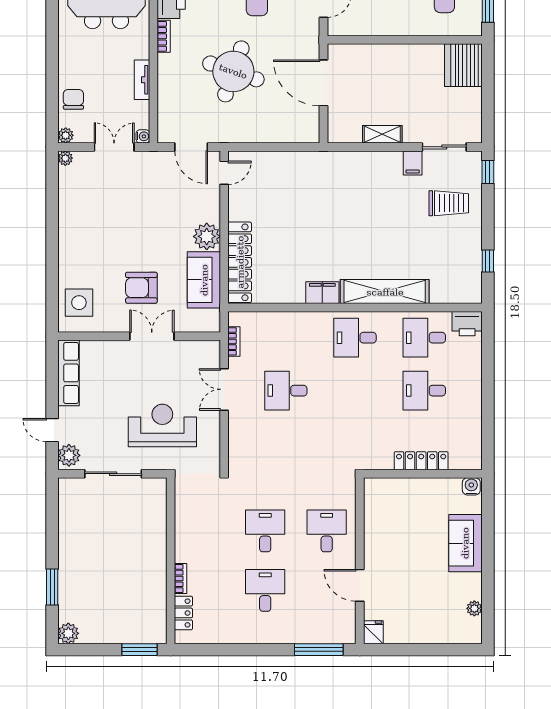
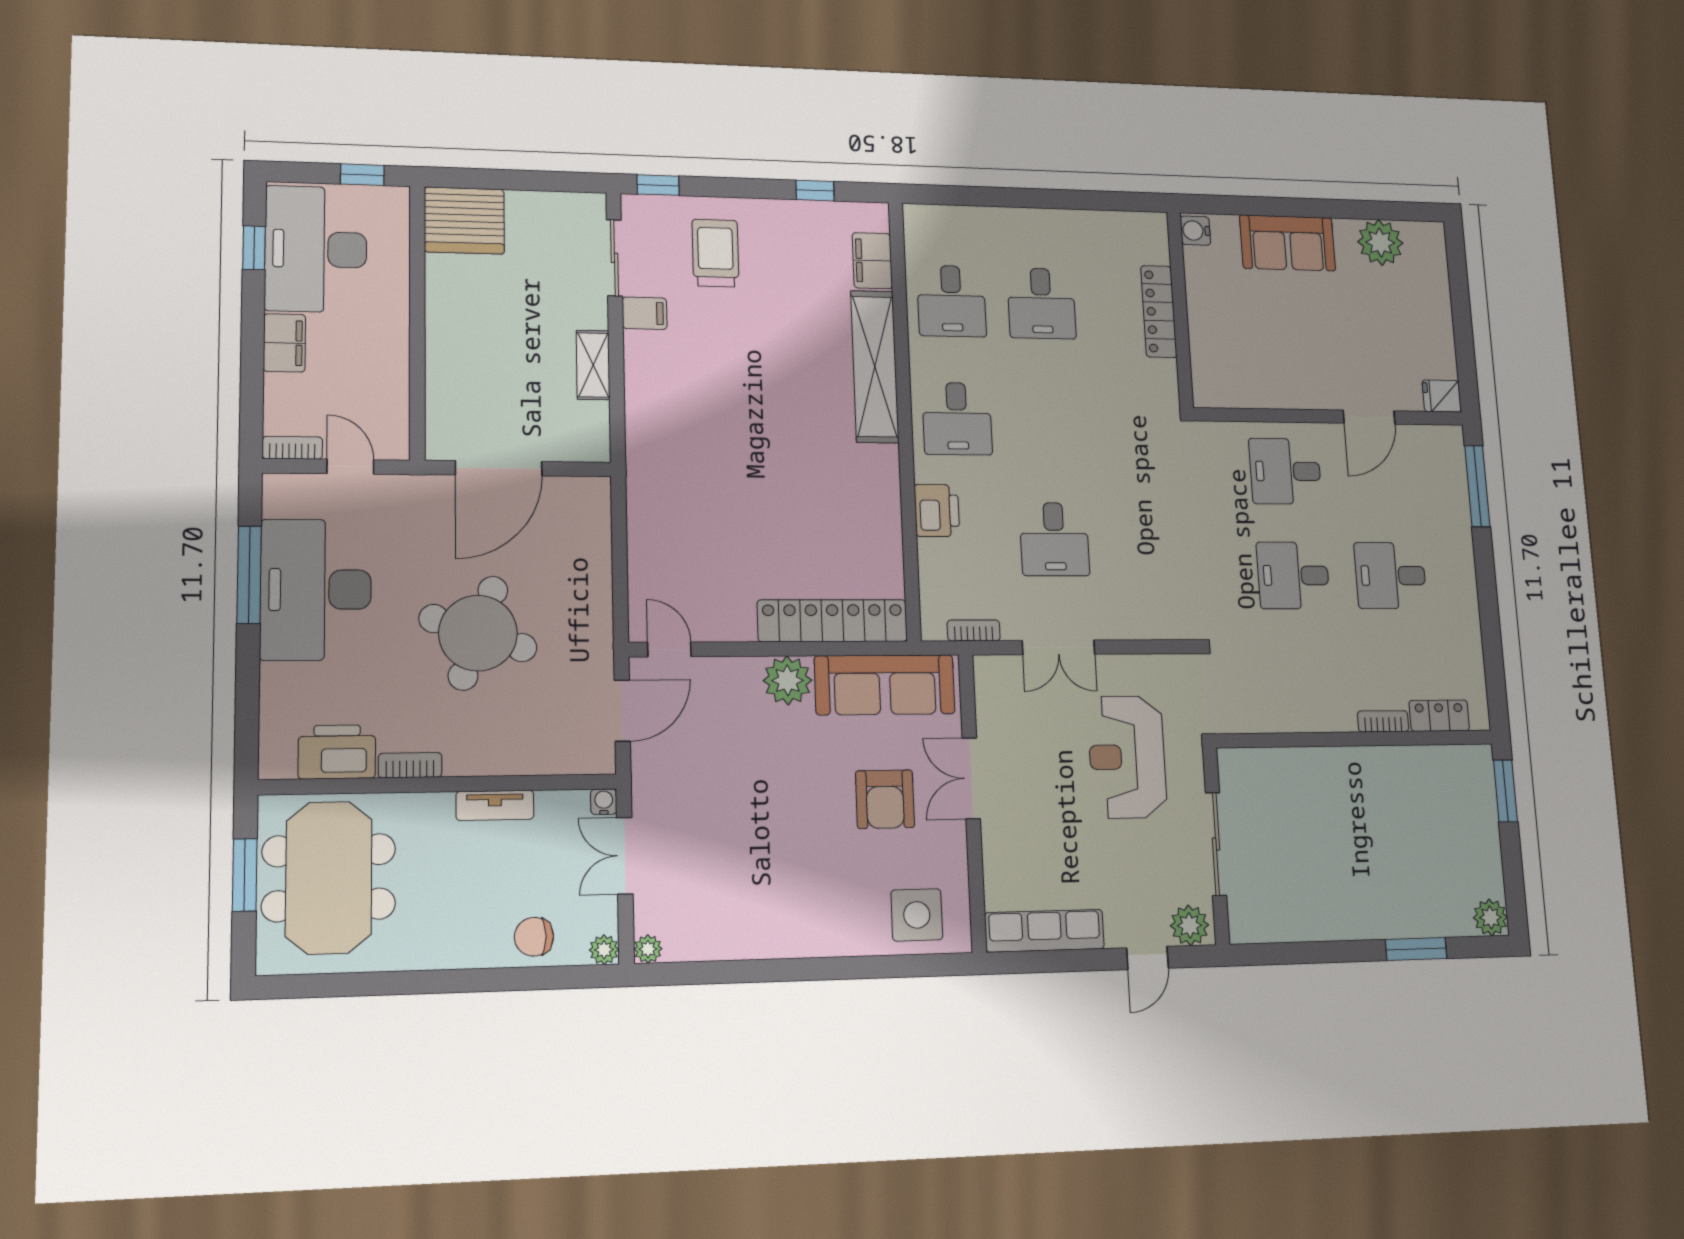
sofa: (204, 280) -> (885, 685), width x1.36
filing cabinet: (322, 293) -> (872, 261), moved
printer: (467, 324) -> (937, 510), moved
plant: (474, 608) -> (1380, 242), width x1.88, depth x1.88

